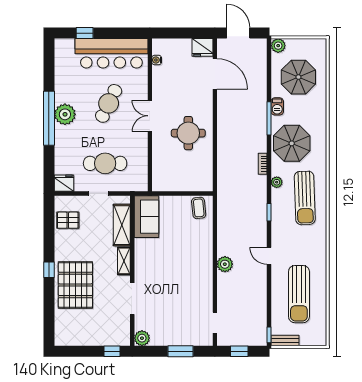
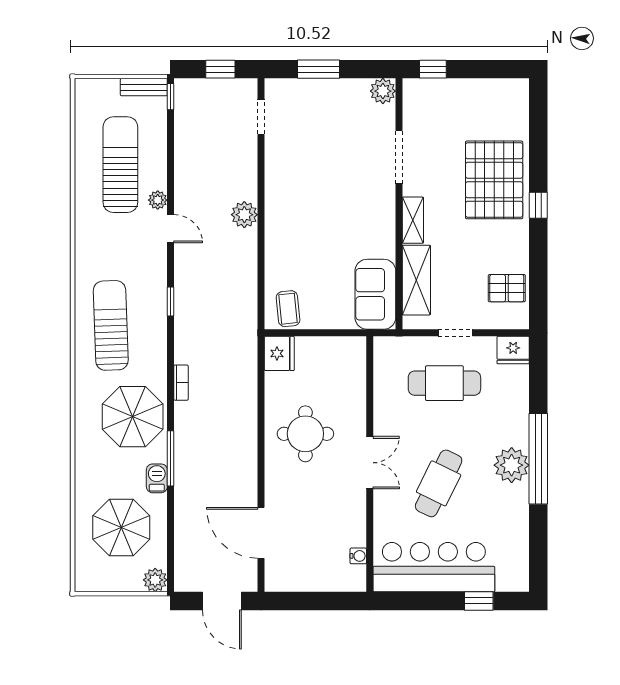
fridge: (202, 47) -> (279, 353), moved, turned 90
plant: (277, 182) -> (158, 200), moved

